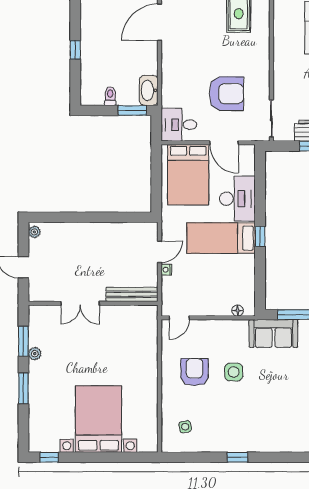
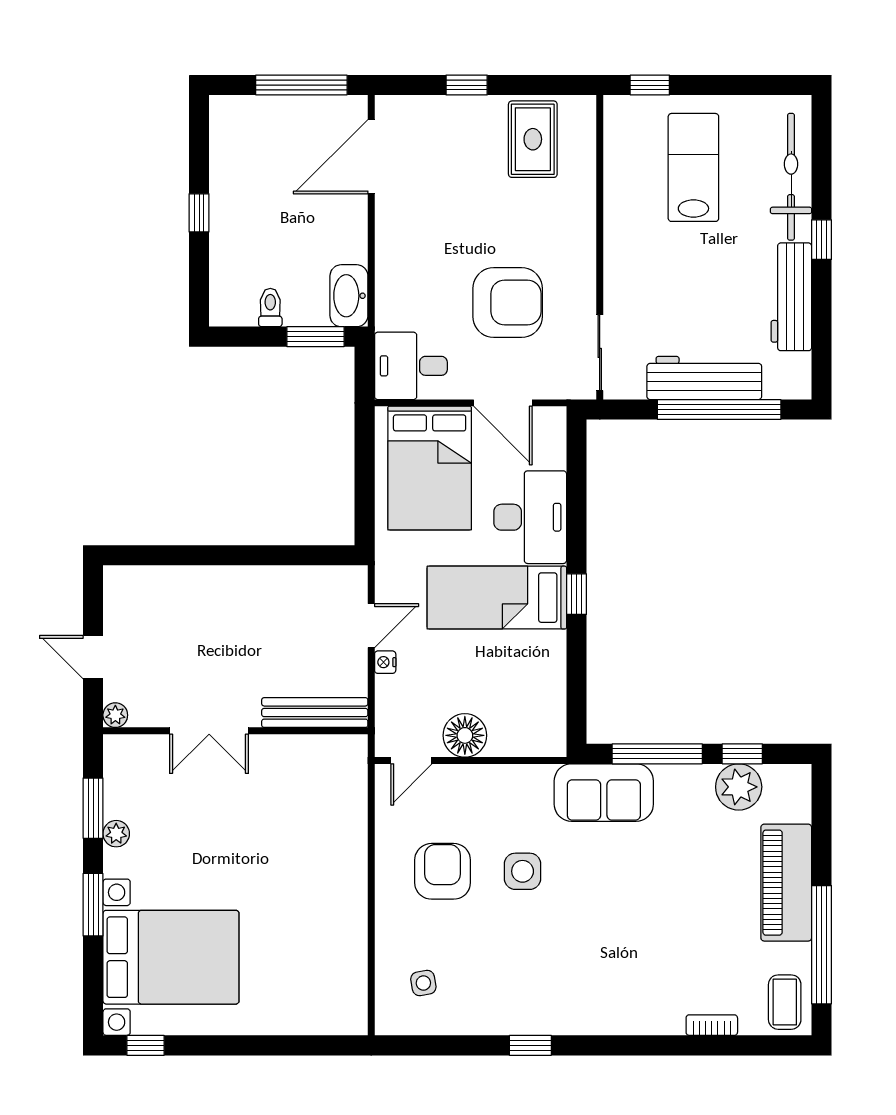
plant: (34, 232) -> (115, 715), moved
floor lamp: (238, 311) -> (465, 735), moved, width x1.89, depth x1.89
bed with nightstands: (98, 419) -> (171, 957), moved, turned 90

